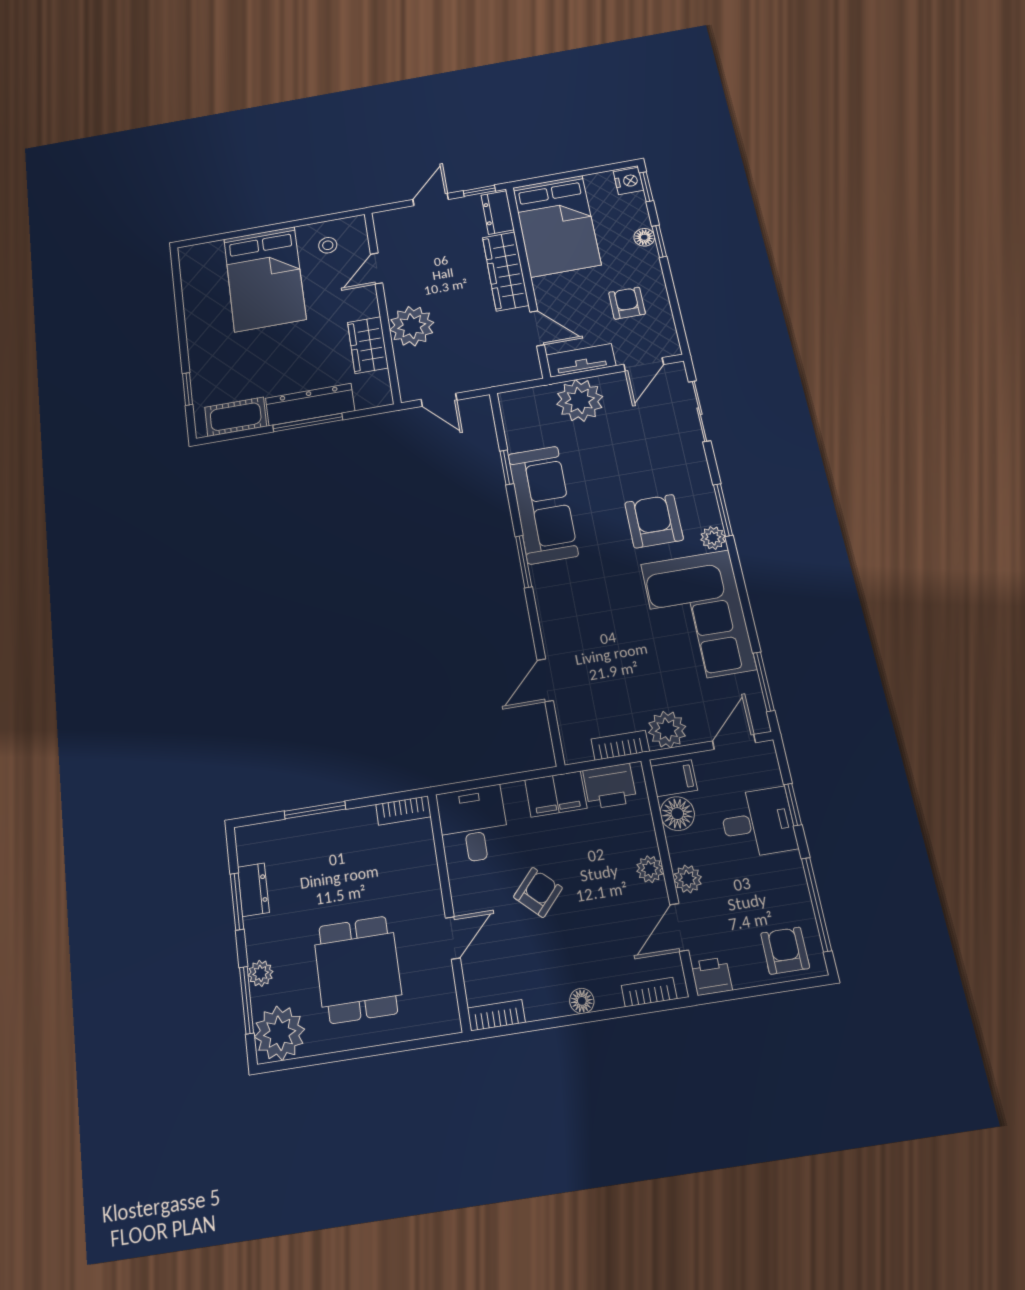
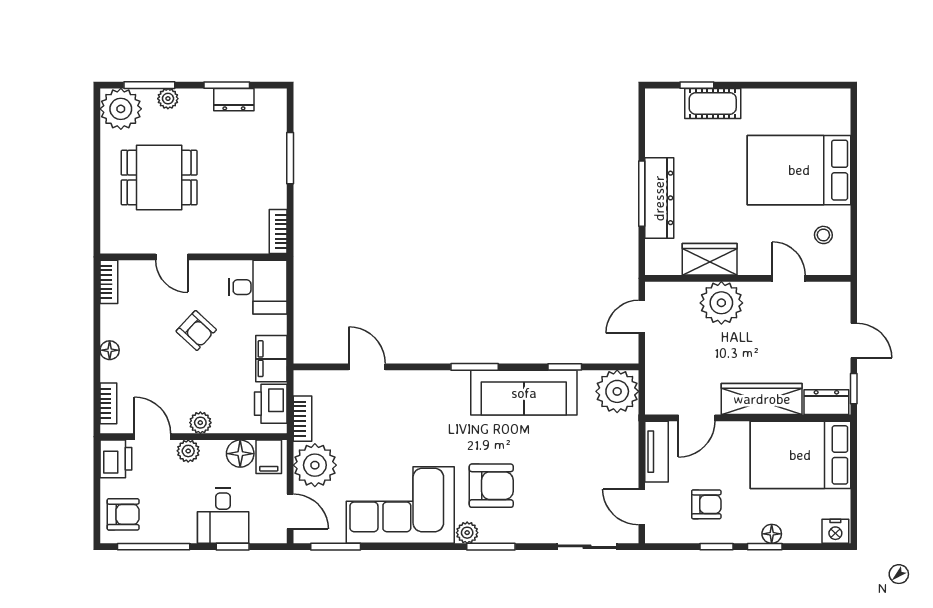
window: (646, 187) -> (716, 547), moved
plant: (580, 400) -> (617, 391), moved
cot: (236, 417) -> (713, 103), moved, turned 90
plant: (667, 730) -> (315, 465), width x1.36, depth x1.36
printer: (711, 976) -> (116, 459), width x1.36, depth x1.24

